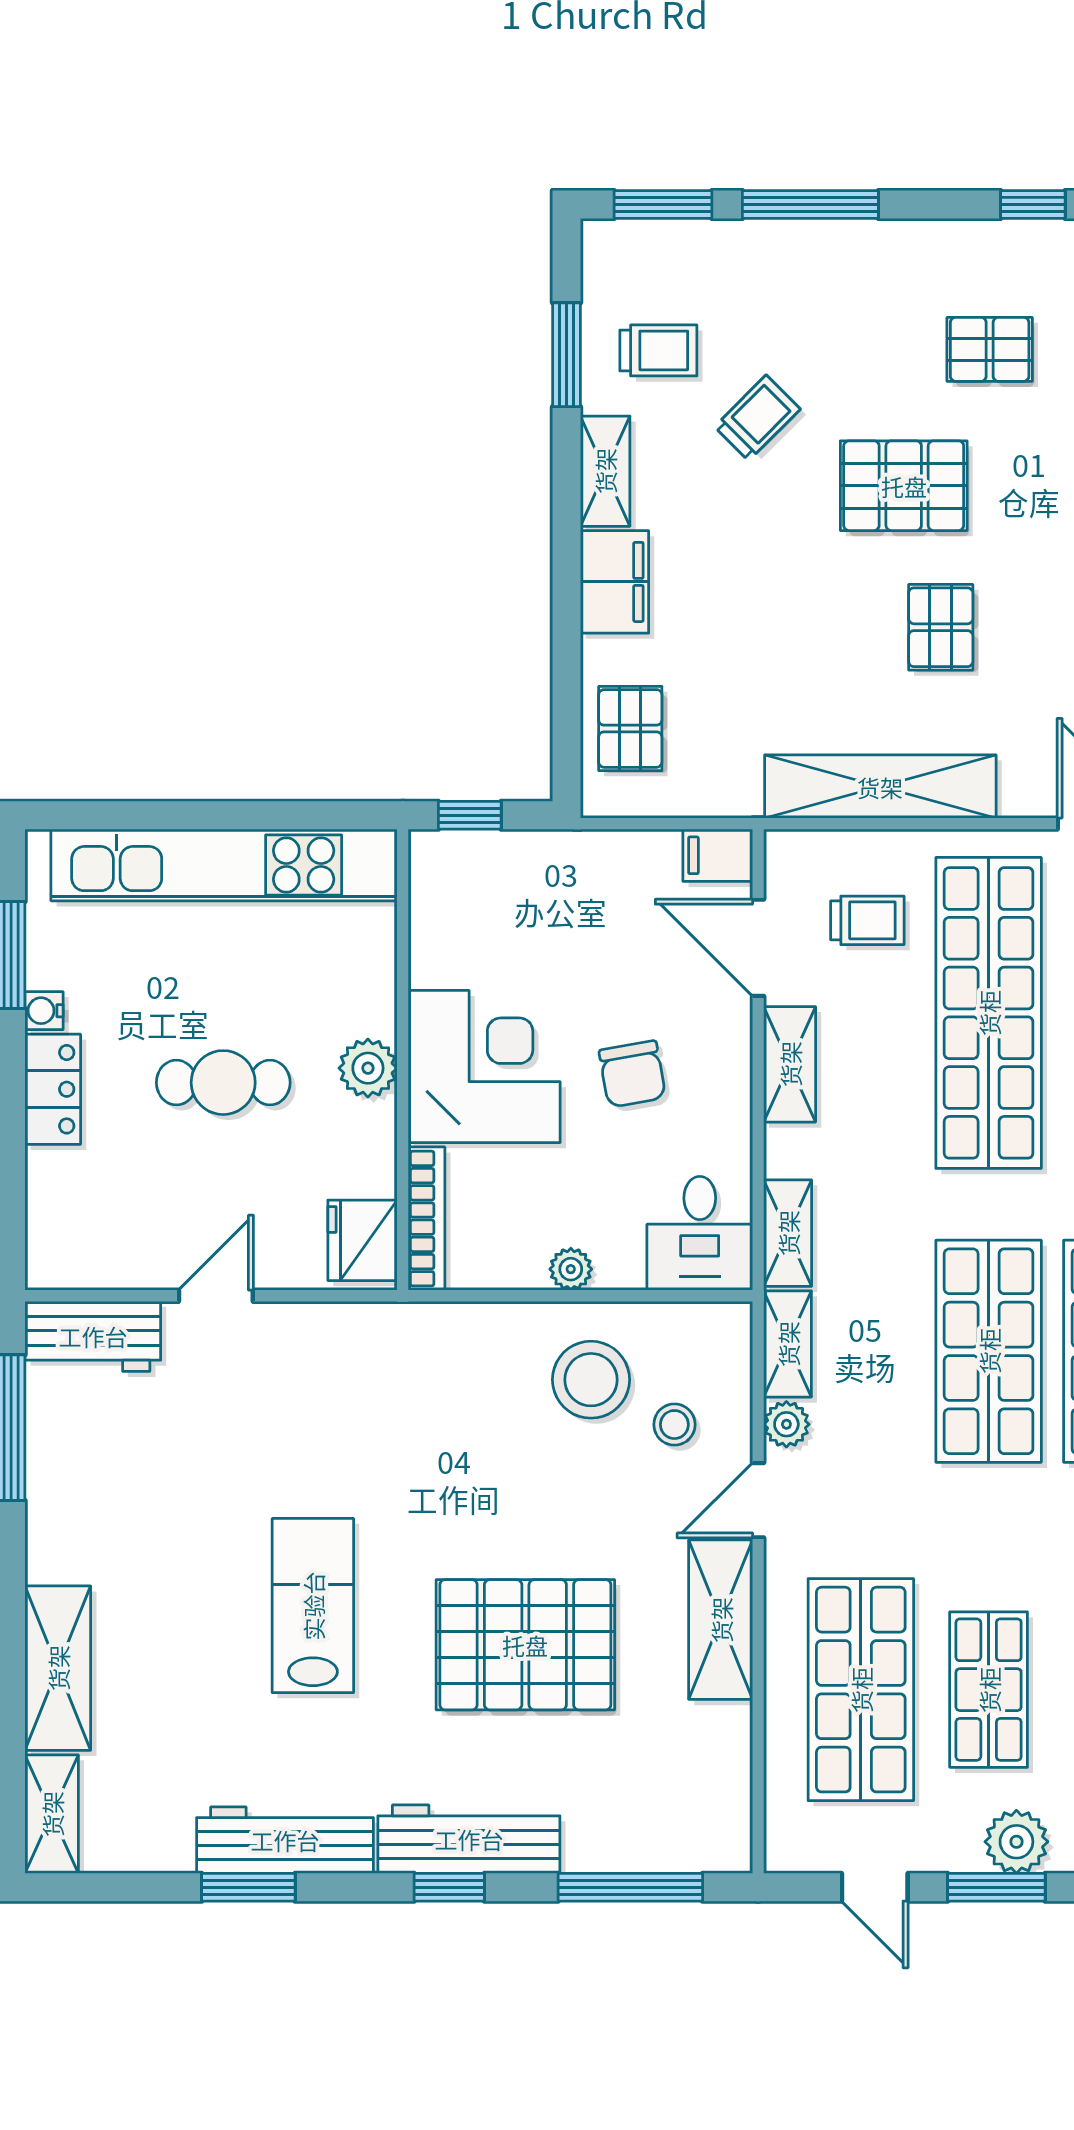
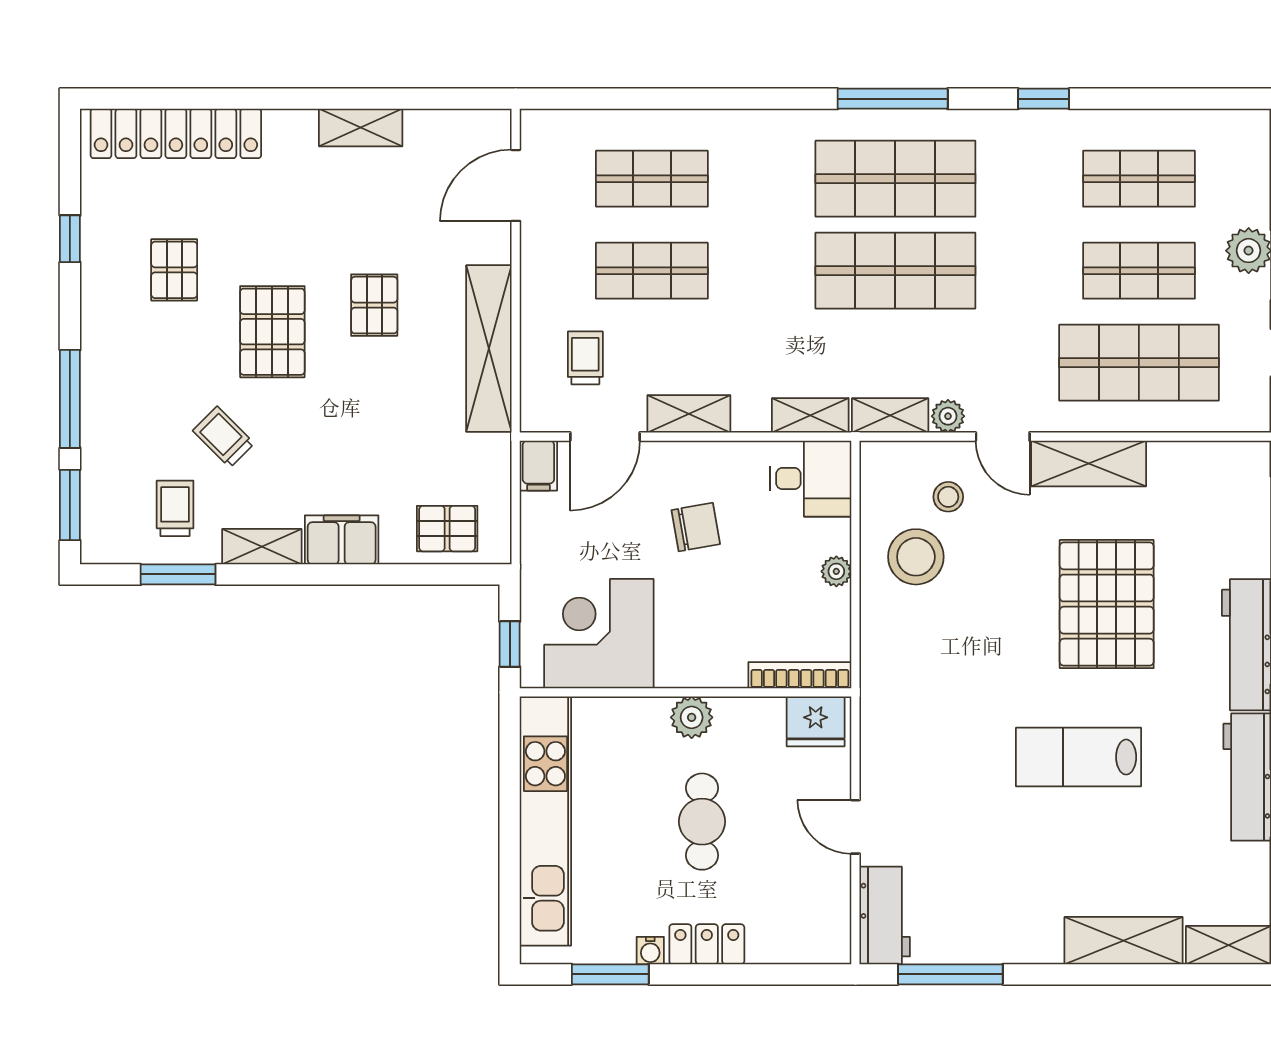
pallet: (941, 627) -> (374, 305), turned 90
shop shelf: (989, 1013) -> (652, 271), width x0.50, depth x0.74
corner desk: (484, 1067) -> (599, 634), moved

